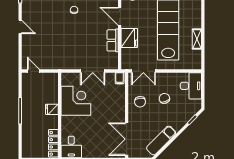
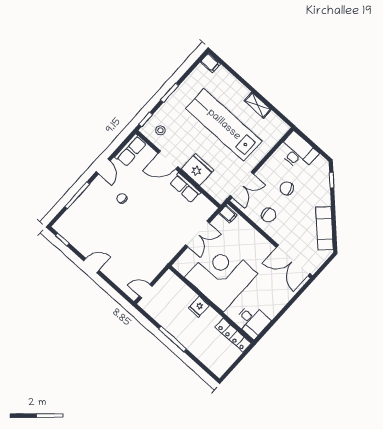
corner desk: (76, 101) -> (221, 276), width x1.36, depth x1.36

